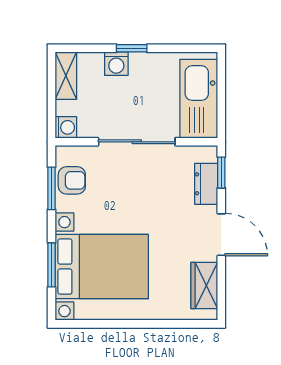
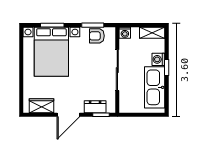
kitchen sink: (199, 99) -> (155, 87), moved, turned -90
armchair: (72, 180) -> (97, 36), turned 90

